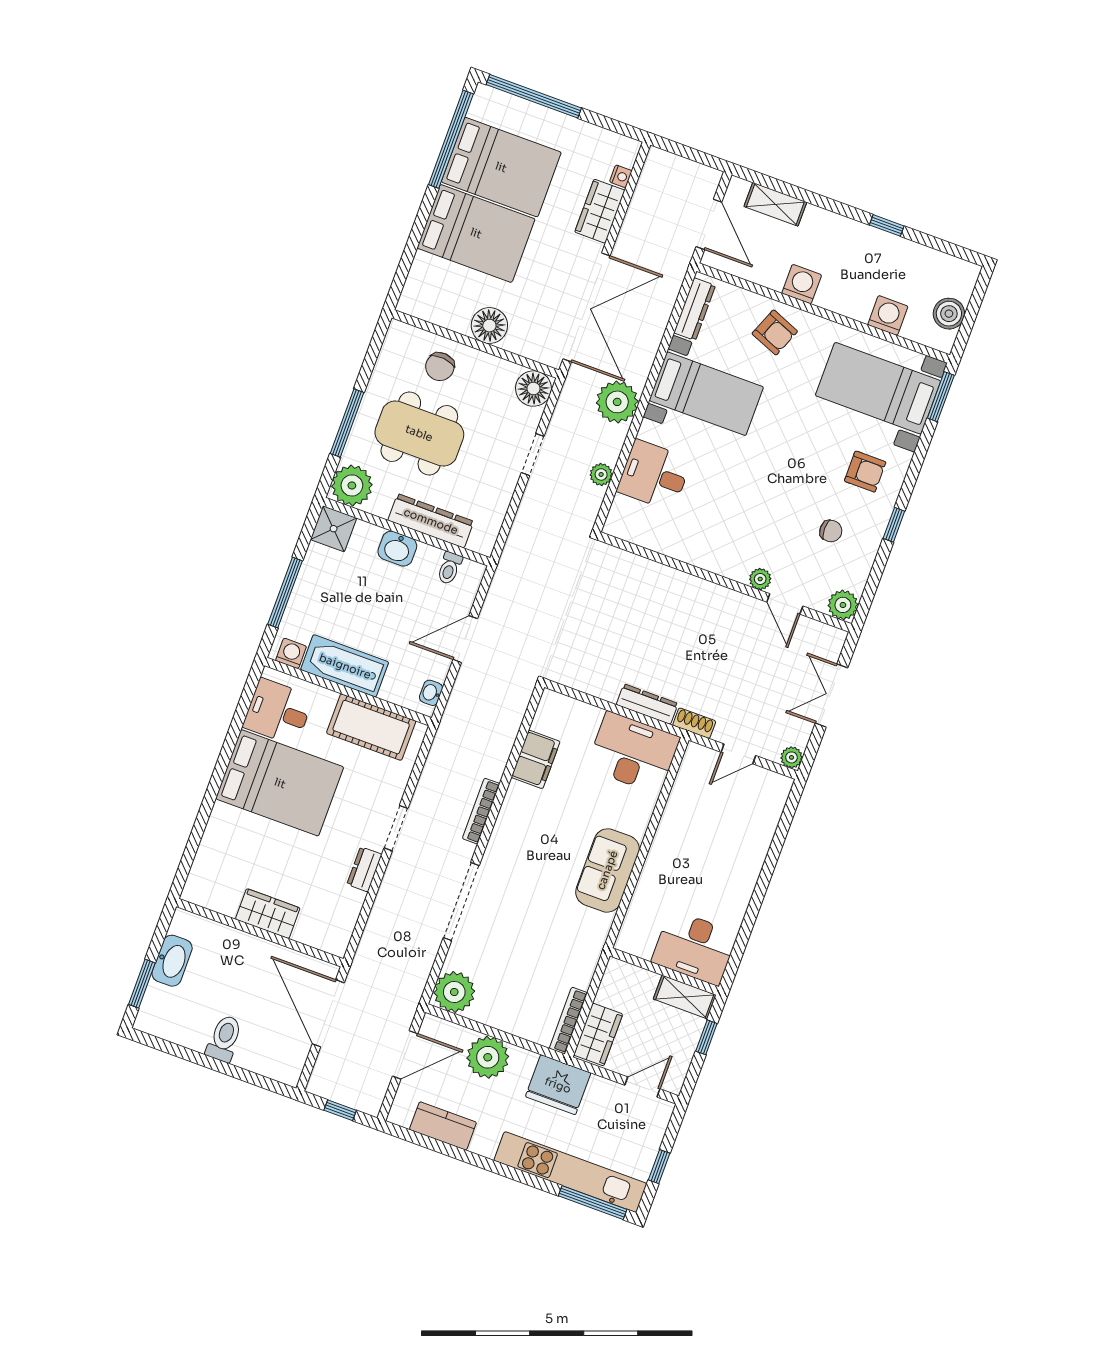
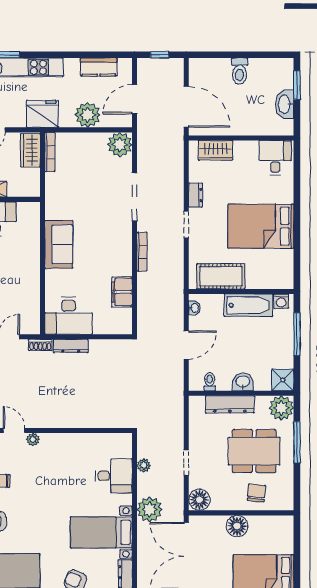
desk: (278, 712) -> (275, 158), moved, turned -90
wardrobe: (268, 914) -> (215, 150), moved

